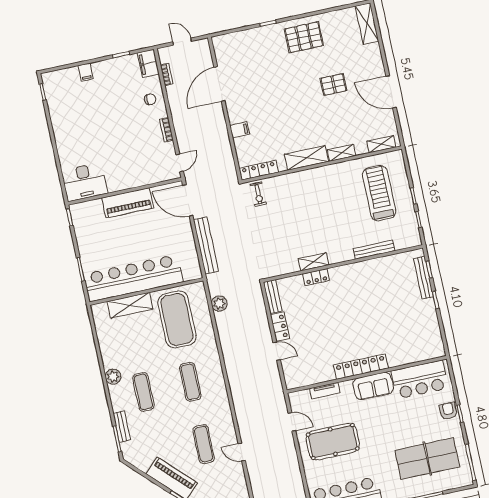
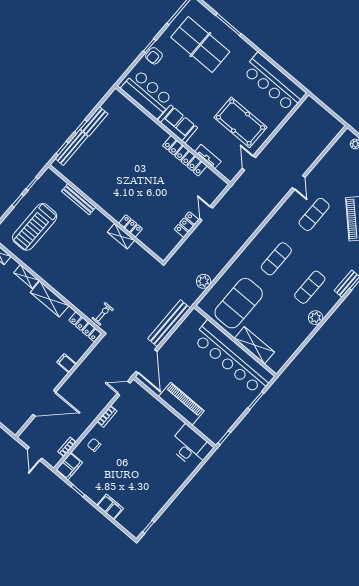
filing cabinet: (86, 72) -> (110, 507), width x2.00
bench: (273, 296) -> (94, 121), moved
locker: (361, 367) -> (185, 156), moved

